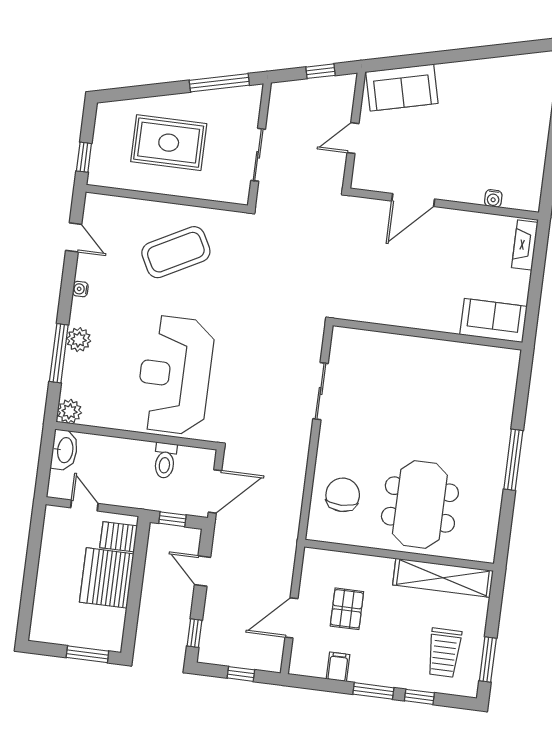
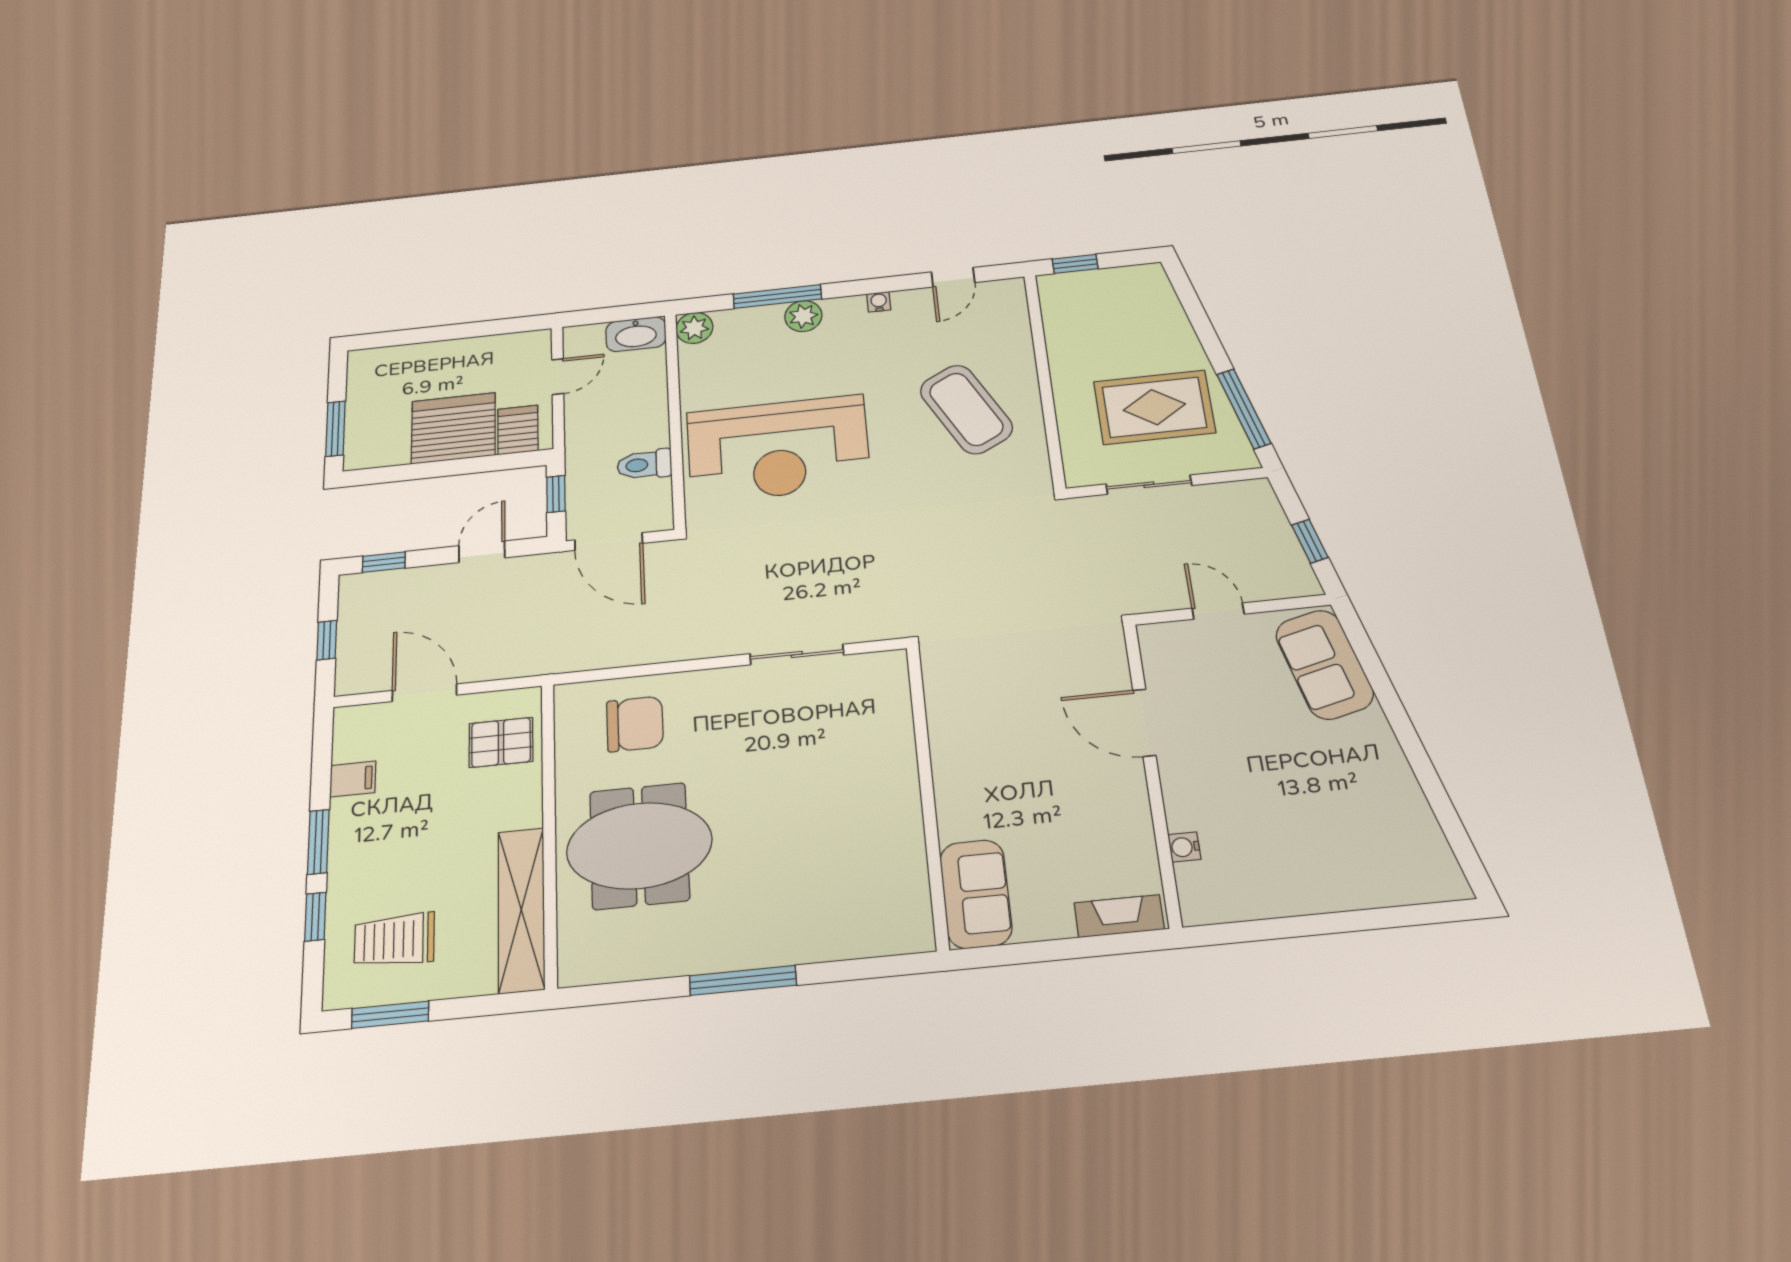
rug: (169, 143) -> (1154, 407), moved, turned 90
reception desk: (175, 375) -> (778, 449), turned 180
pallet: (347, 609) -> (501, 742), moved

